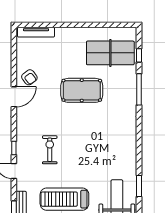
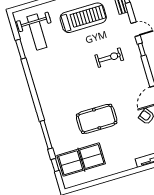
exercise bike: (50, 150) -> (109, 58), turned -90

